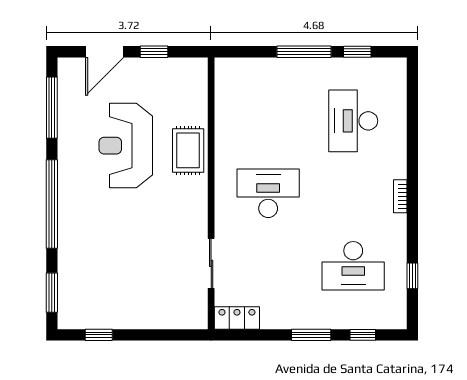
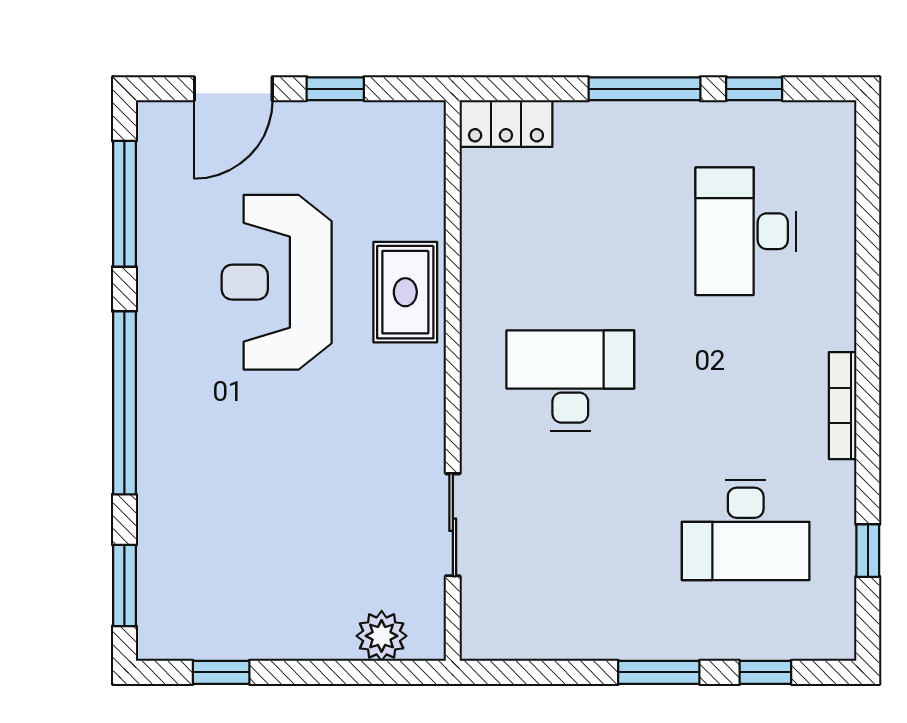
bookcase: (400, 196) -> (843, 406), width x1.56
plant: (177, 317) -> (382, 636), added
locker: (237, 318) -> (506, 124), moved, turned 180

